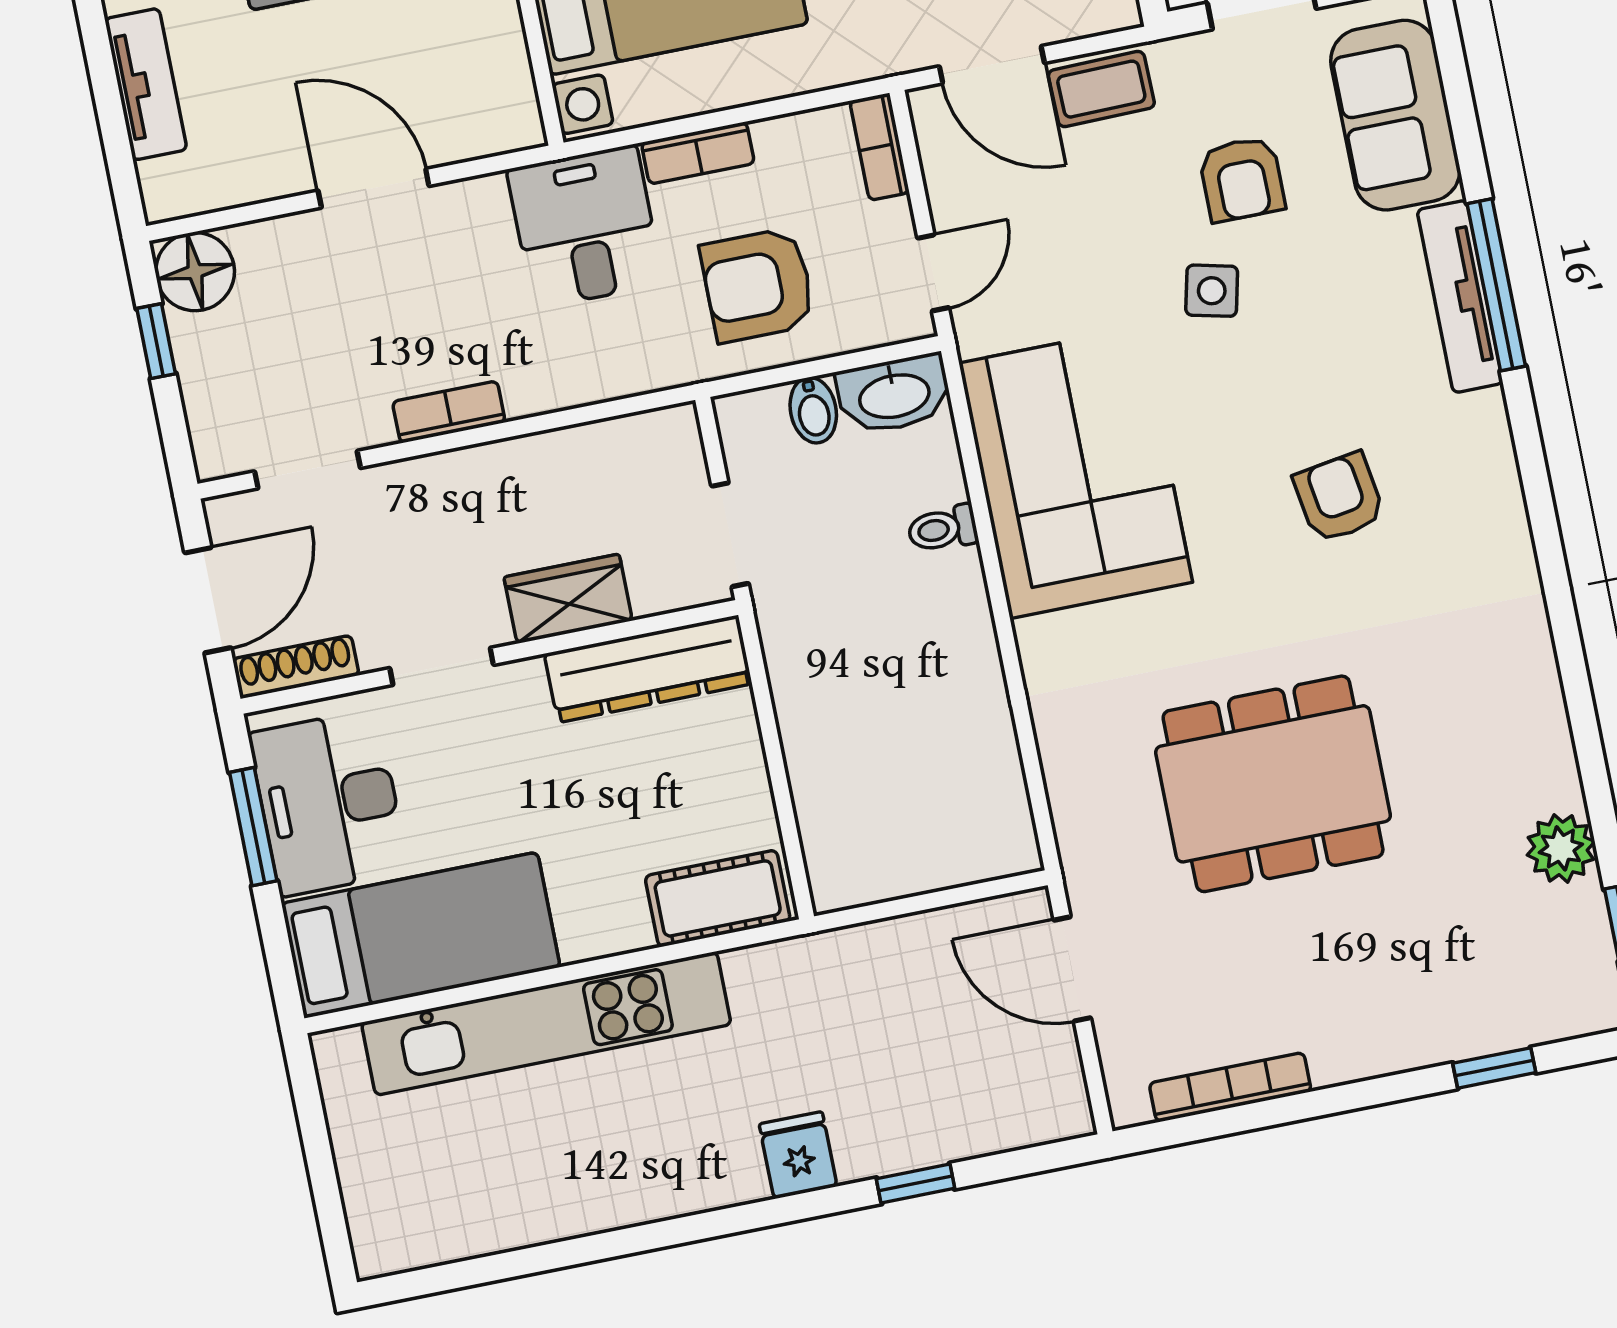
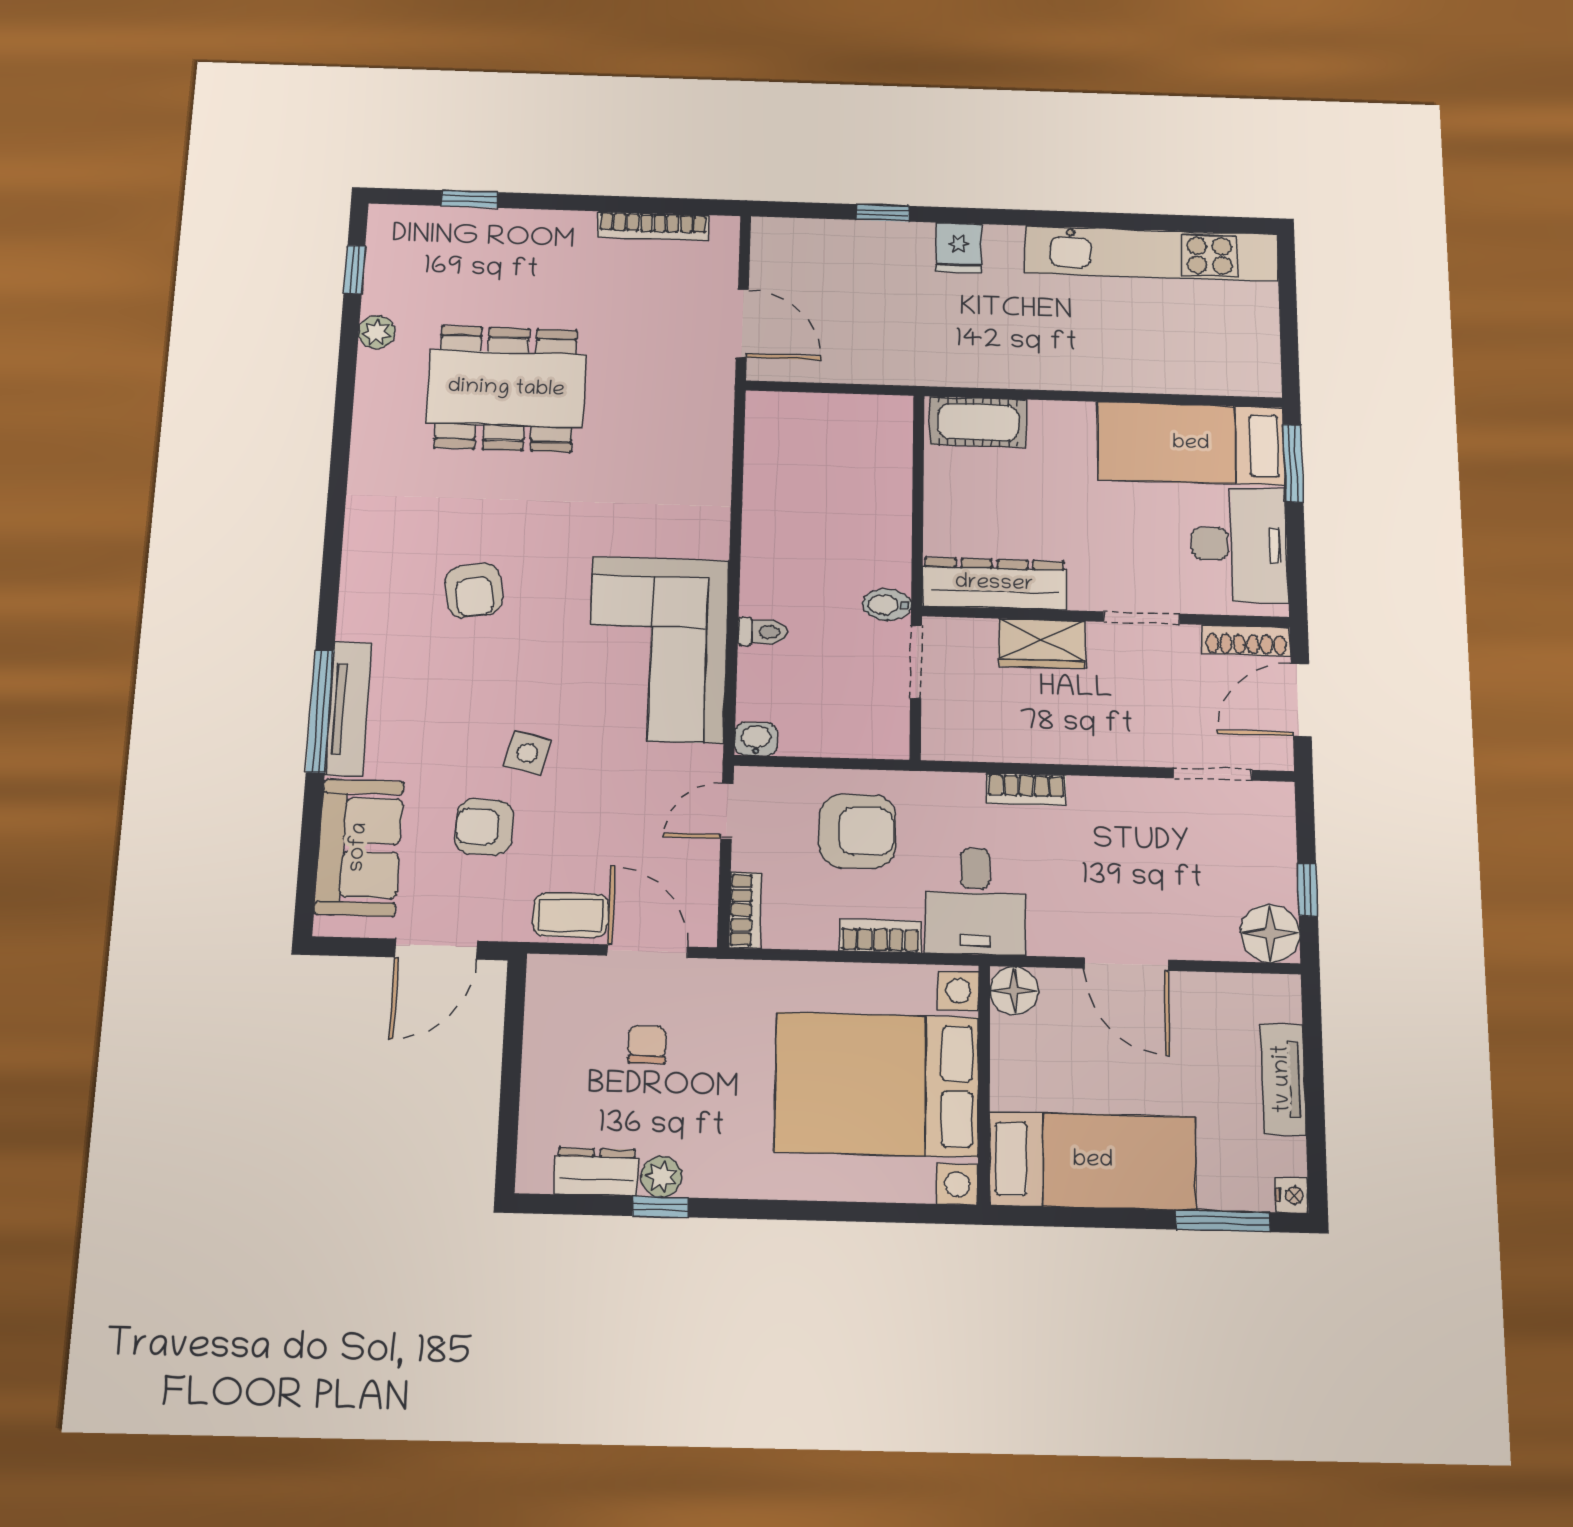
floor lamp: (511, 121) -> (1014, 991), added
armchair: (1242, 179) -> (484, 827), turned -88
washbasin: (894, 394) -> (756, 739), width x0.52, depth x0.69
bidet: (813, 410) -> (887, 605), moved, turned -90
bookcase: (449, 412) -> (1026, 789), moved
dining table: (1273, 784) -> (506, 389), moved
window: (253, 827) -> (1293, 463), moved
plant: (1561, 848) -> (377, 332), width x0.73, depth x0.73
kitchen unit: (546, 1023) -> (1151, 254), moved, turned 180

